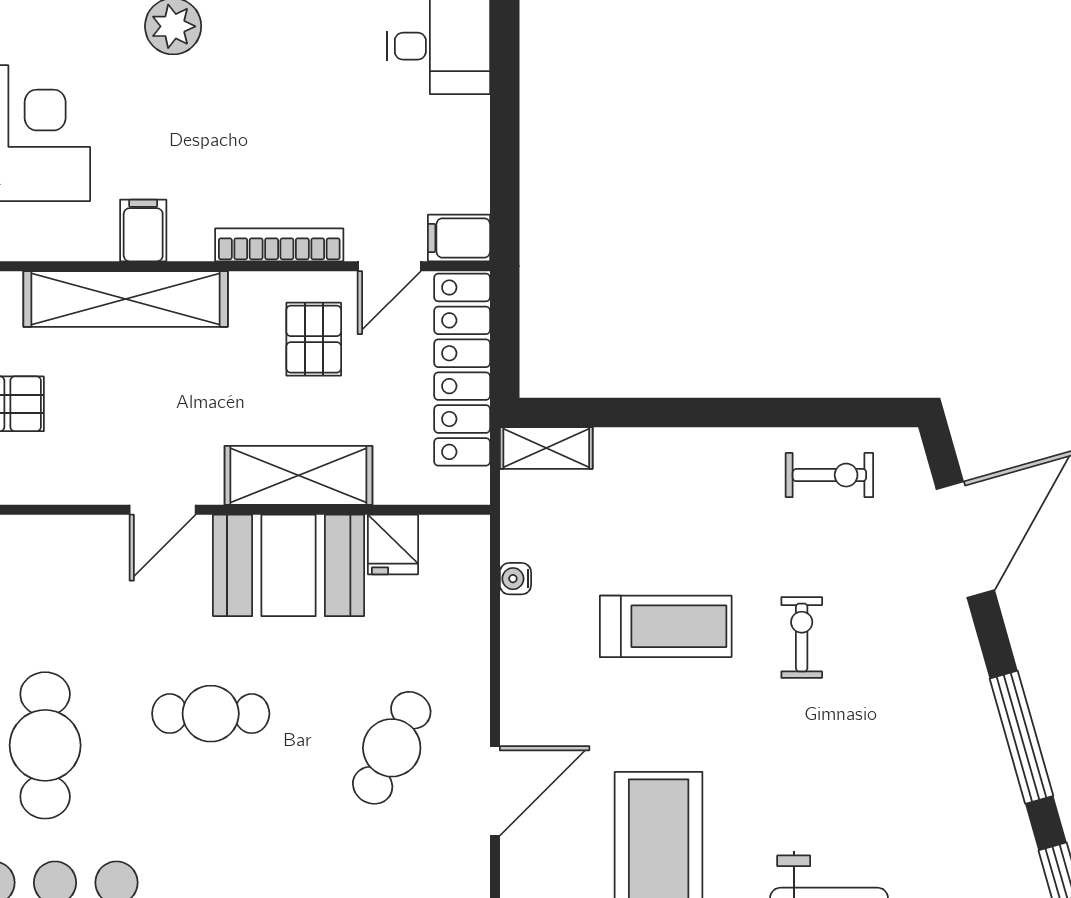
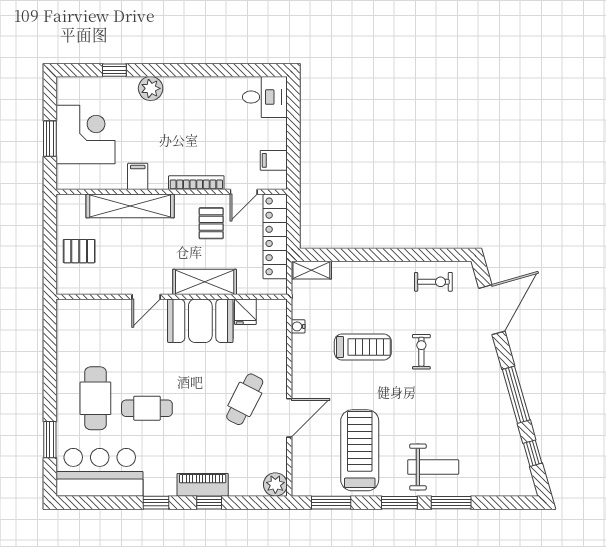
filing cabinet: (459, 238) -> (274, 160), moved
cafe table: (211, 714) -> (147, 408), moved

